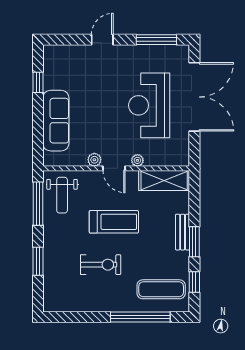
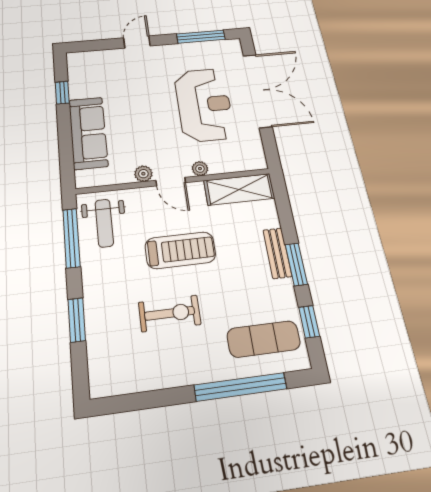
reception desk: (149, 105) -> (204, 105), turned 180

